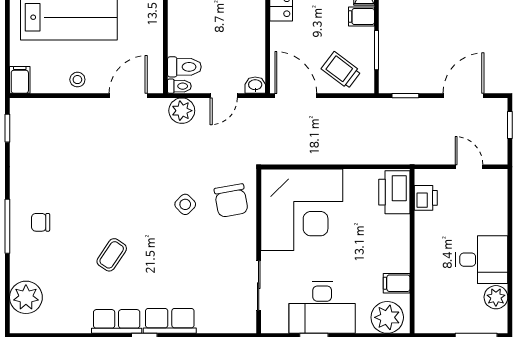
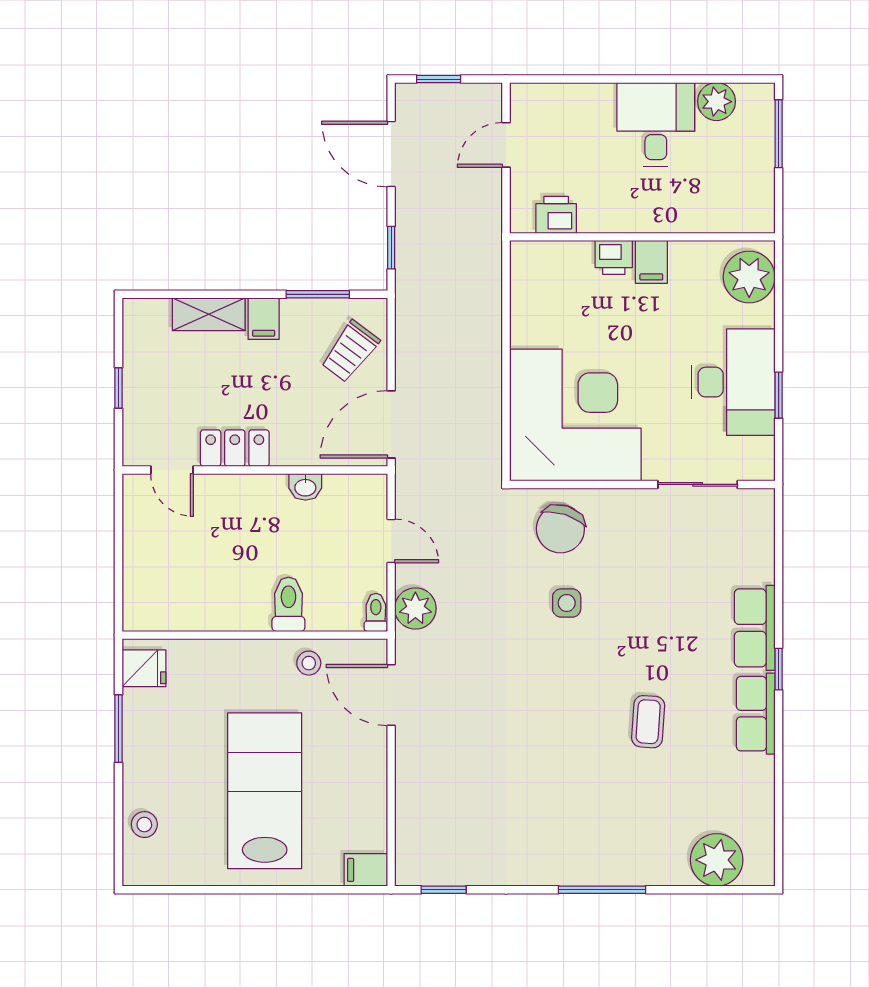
toilet: (184, 67) -> (288, 604), moved
stool: (77, 80) -> (309, 663), moved
washbasin: (255, 85) -> (305, 487), moved, turned -90
printer: (394, 192) -> (614, 257), moved, width x0.53, depth x0.68
chair: (231, 201) -> (560, 529), turned 118
side table: (185, 204) -> (567, 603), turned 45
chair: (41, 222) -> (596, 836), removed
coffee table: (112, 255) -> (648, 722), turned 60
filing cabinet: (397, 283) -> (651, 262), moved

